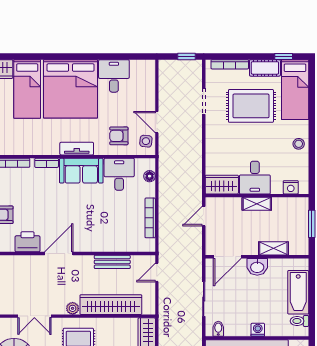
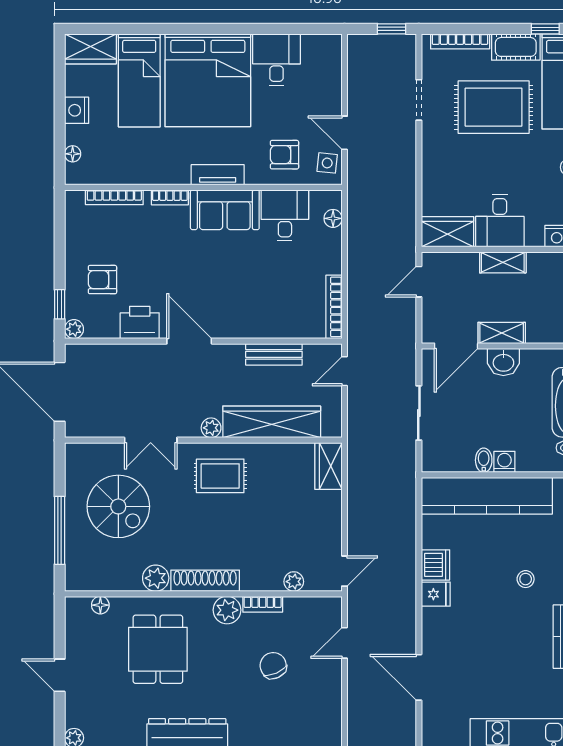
bookcase: (150, 218) -> (334, 307), moved
shelving: (273, 248) -> (502, 333), moved
door: (59, 254) -> (189, 341), hinge flipped
bidet: (218, 329) -> (484, 460), moved

